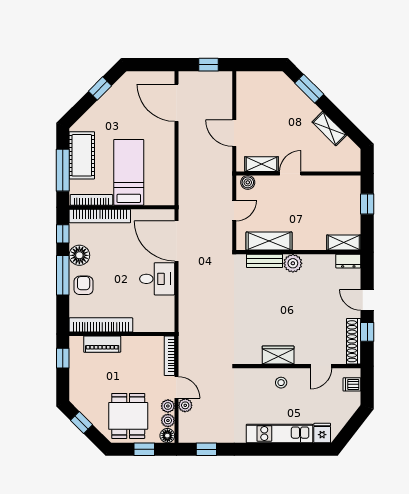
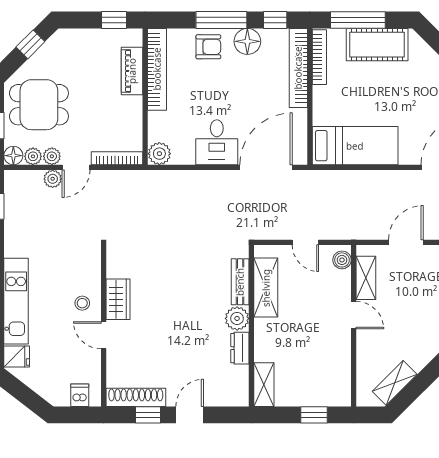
shelving: (329, 129) -> (395, 383), moved
bed: (129, 172) -> (355, 146), moved
dresser: (348, 261) -> (240, 348), moved
plant: (166, 323) -> (159, 154), added
door: (321, 366) -> (104, 335), moved

